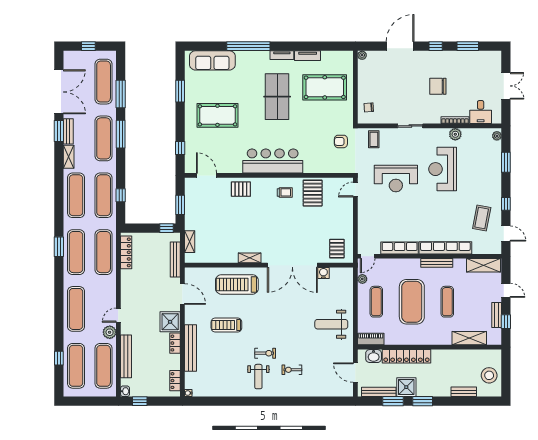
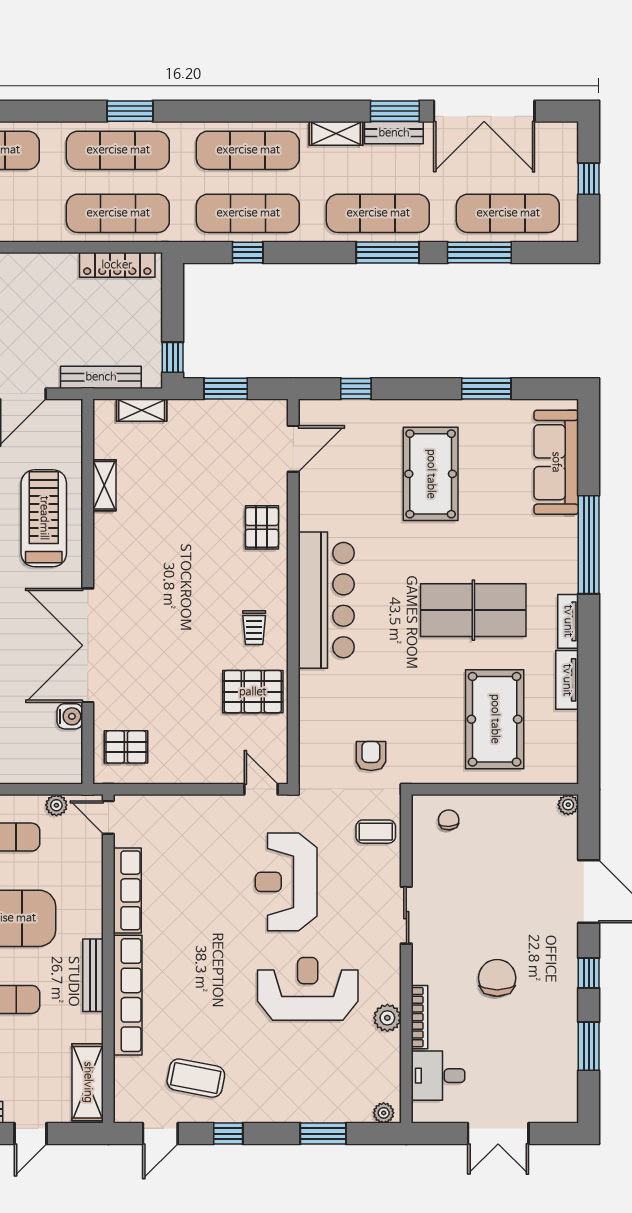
shelving: (250, 258) -> (104, 485), moved

